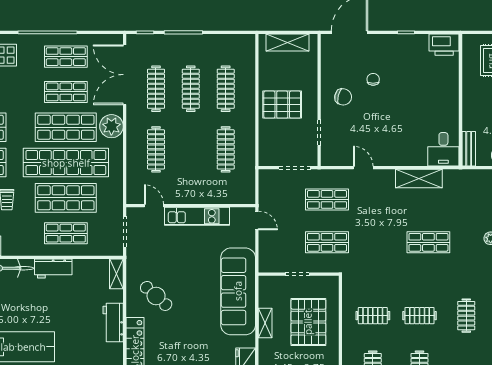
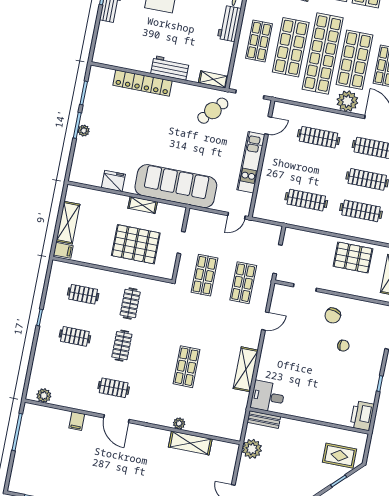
pallet: (282, 105) -> (353, 257), moved, turned 90
cafe table: (156, 296) -> (213, 111), moved

